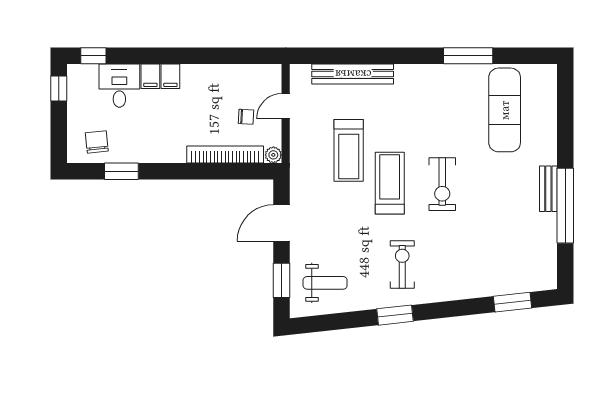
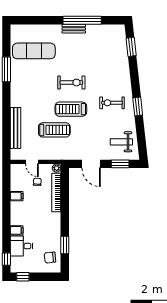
filing cabinet: (170, 76) -> (17, 196), moved
weight bench: (325, 283) -> (121, 142), turned -90

